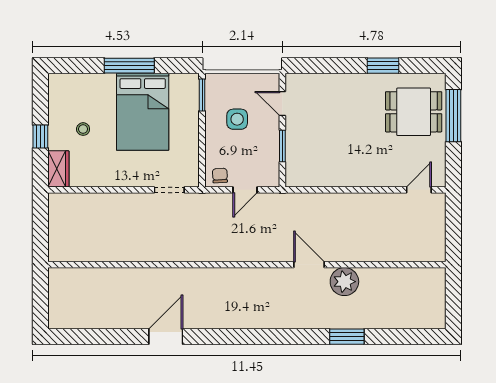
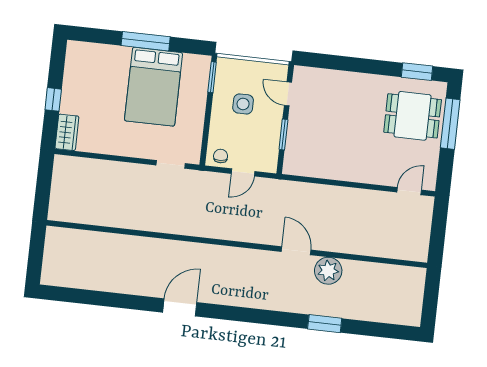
window: (383, 66) -> (417, 72), moved
stool: (83, 129) -> (95, 97), removed
door: (166, 337) -> (180, 307), moved

